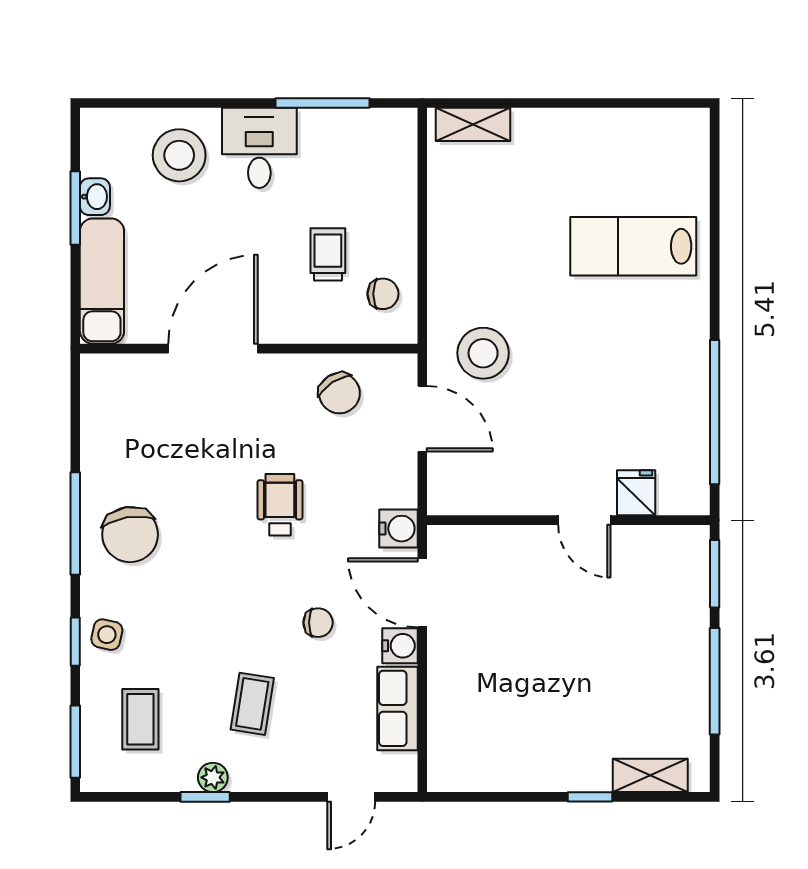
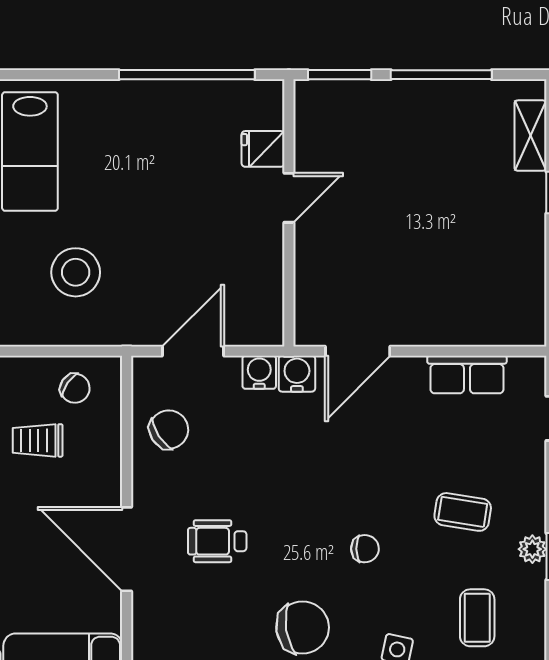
chair: (383, 294) -> (75, 388), turned 125
stool: (483, 353) -> (76, 272), moved
wheelchair: (280, 505) -> (217, 541), moved
chair: (318, 623) -> (365, 549), moved, turned 89
water cooler: (400, 646) -> (259, 372), moved
coffee table: (140, 719) -> (477, 618), turned 90

